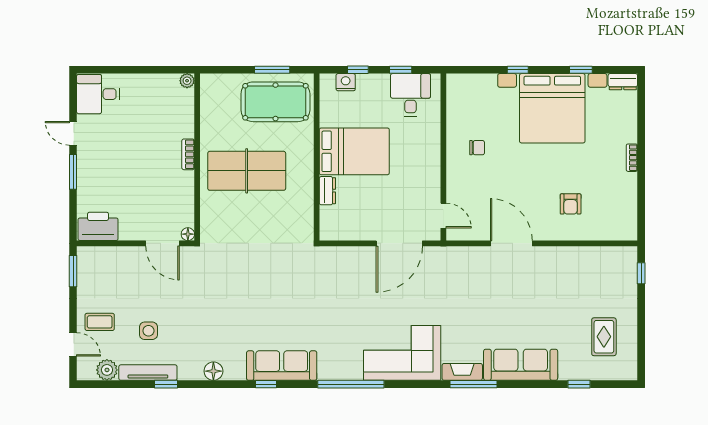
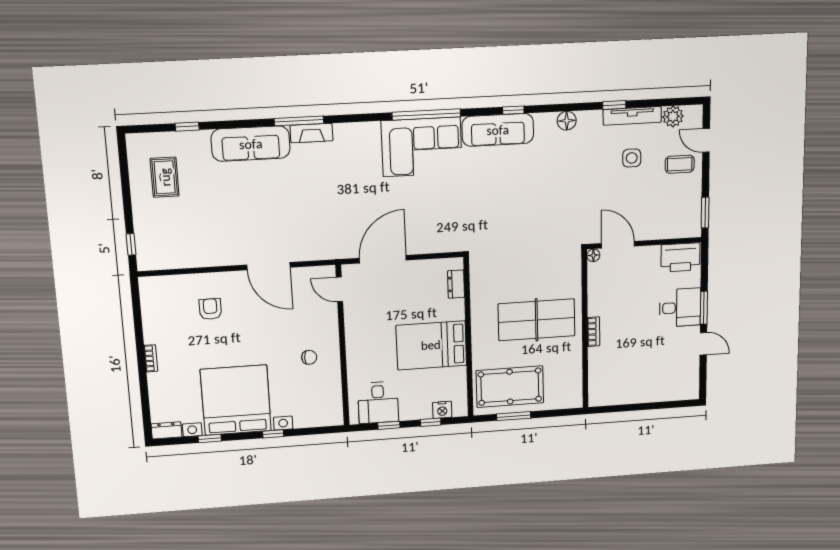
plant: (187, 81) -> (595, 400), removed
desk: (98, 94) -> (680, 308), moved
chair: (477, 148) -> (309, 357), turned 180
dresser: (327, 191) -> (456, 284), moved
corner sofa: (402, 353) -> (422, 147), moved

